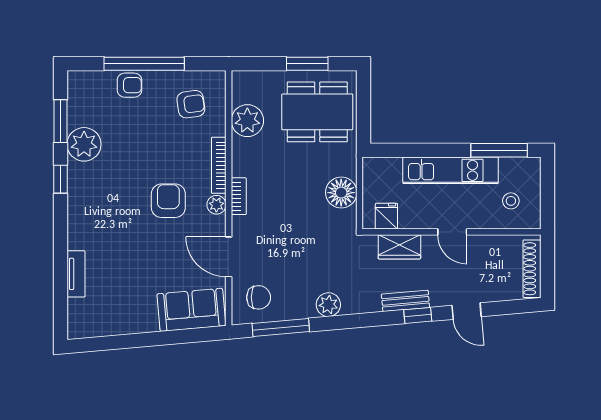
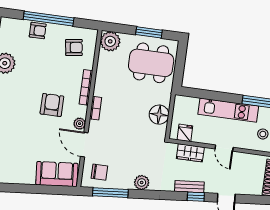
plant: (247, 121) -> (110, 41), moved
plant: (216, 205) -> (80, 124), moved

